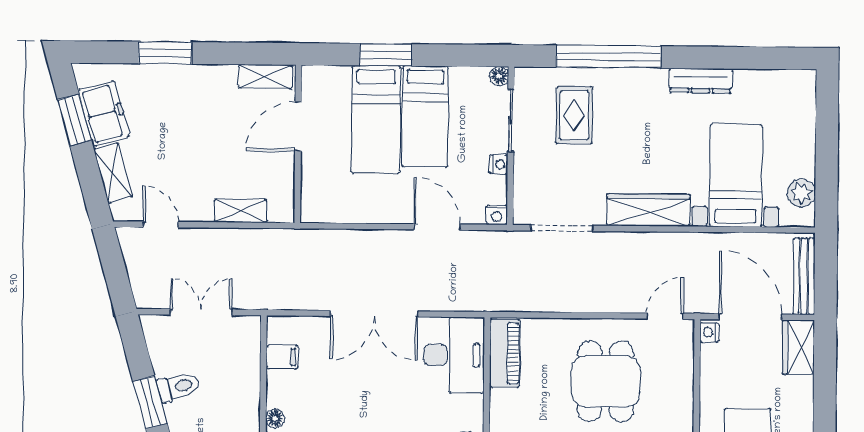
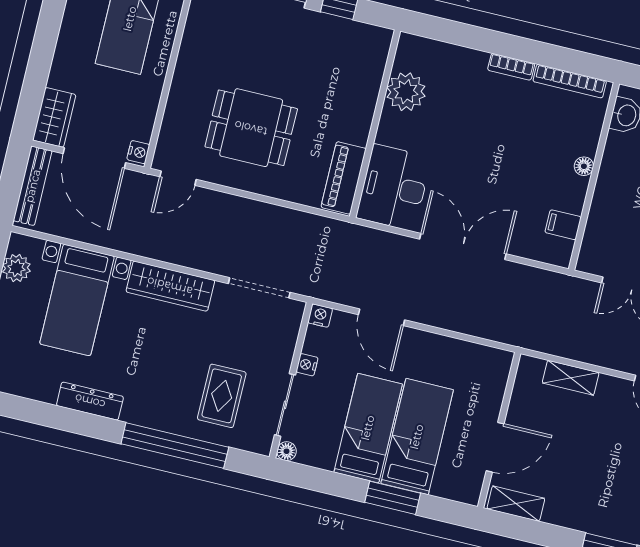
dining table: (606, 381) -> (251, 128), turned 90

